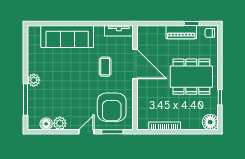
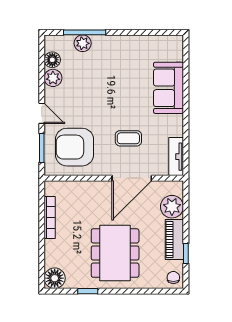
plant: (157, 34) -> (172, 207), added
sofa: (67, 36) -> (169, 88), width x0.73
plant: (34, 80) -> (83, 43), moved

